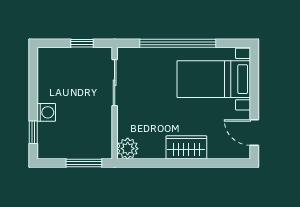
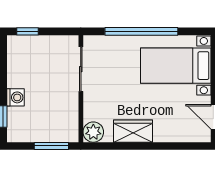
window: (82, 43) -> (28, 31), moved
wardrobe: (186, 147) -> (133, 131), moved

